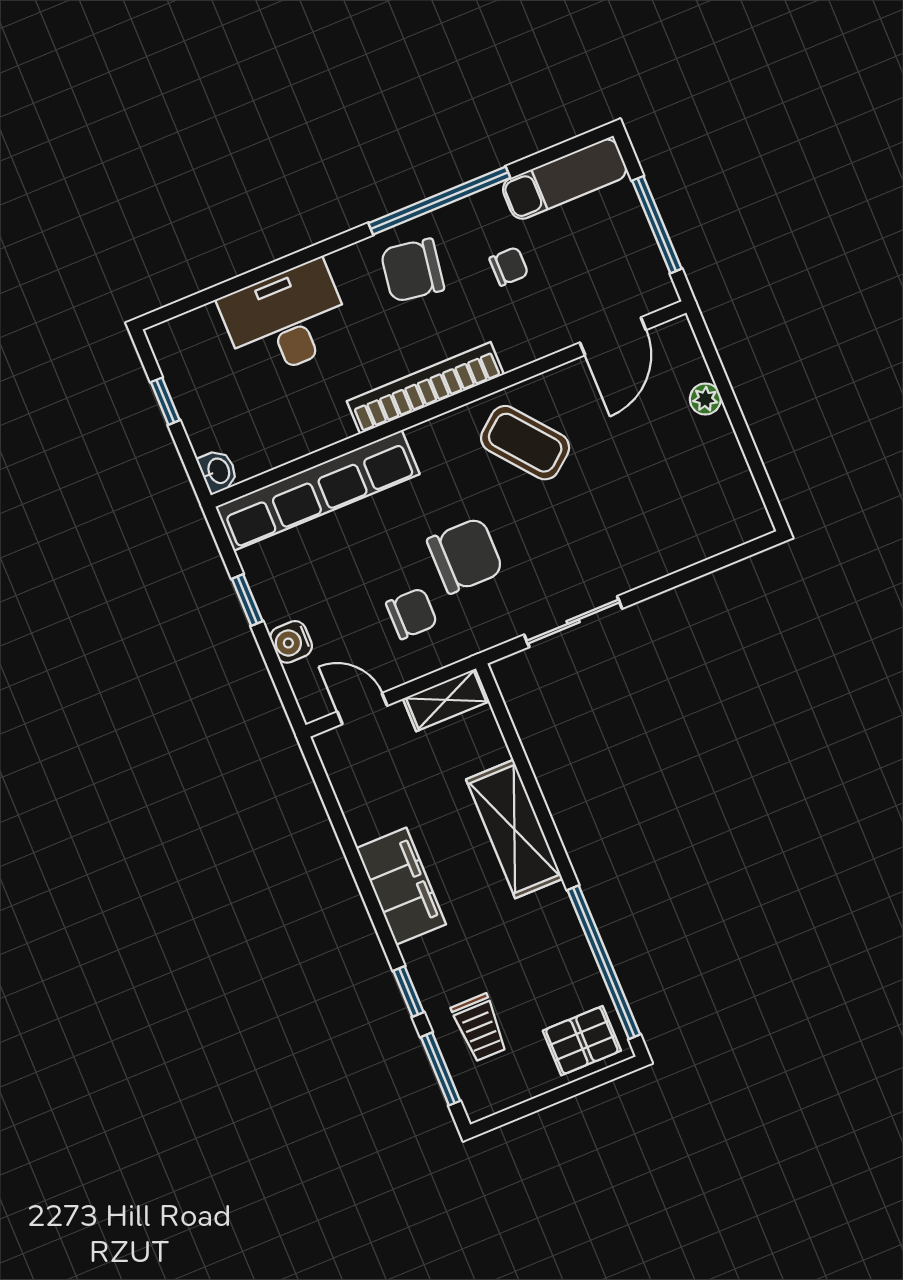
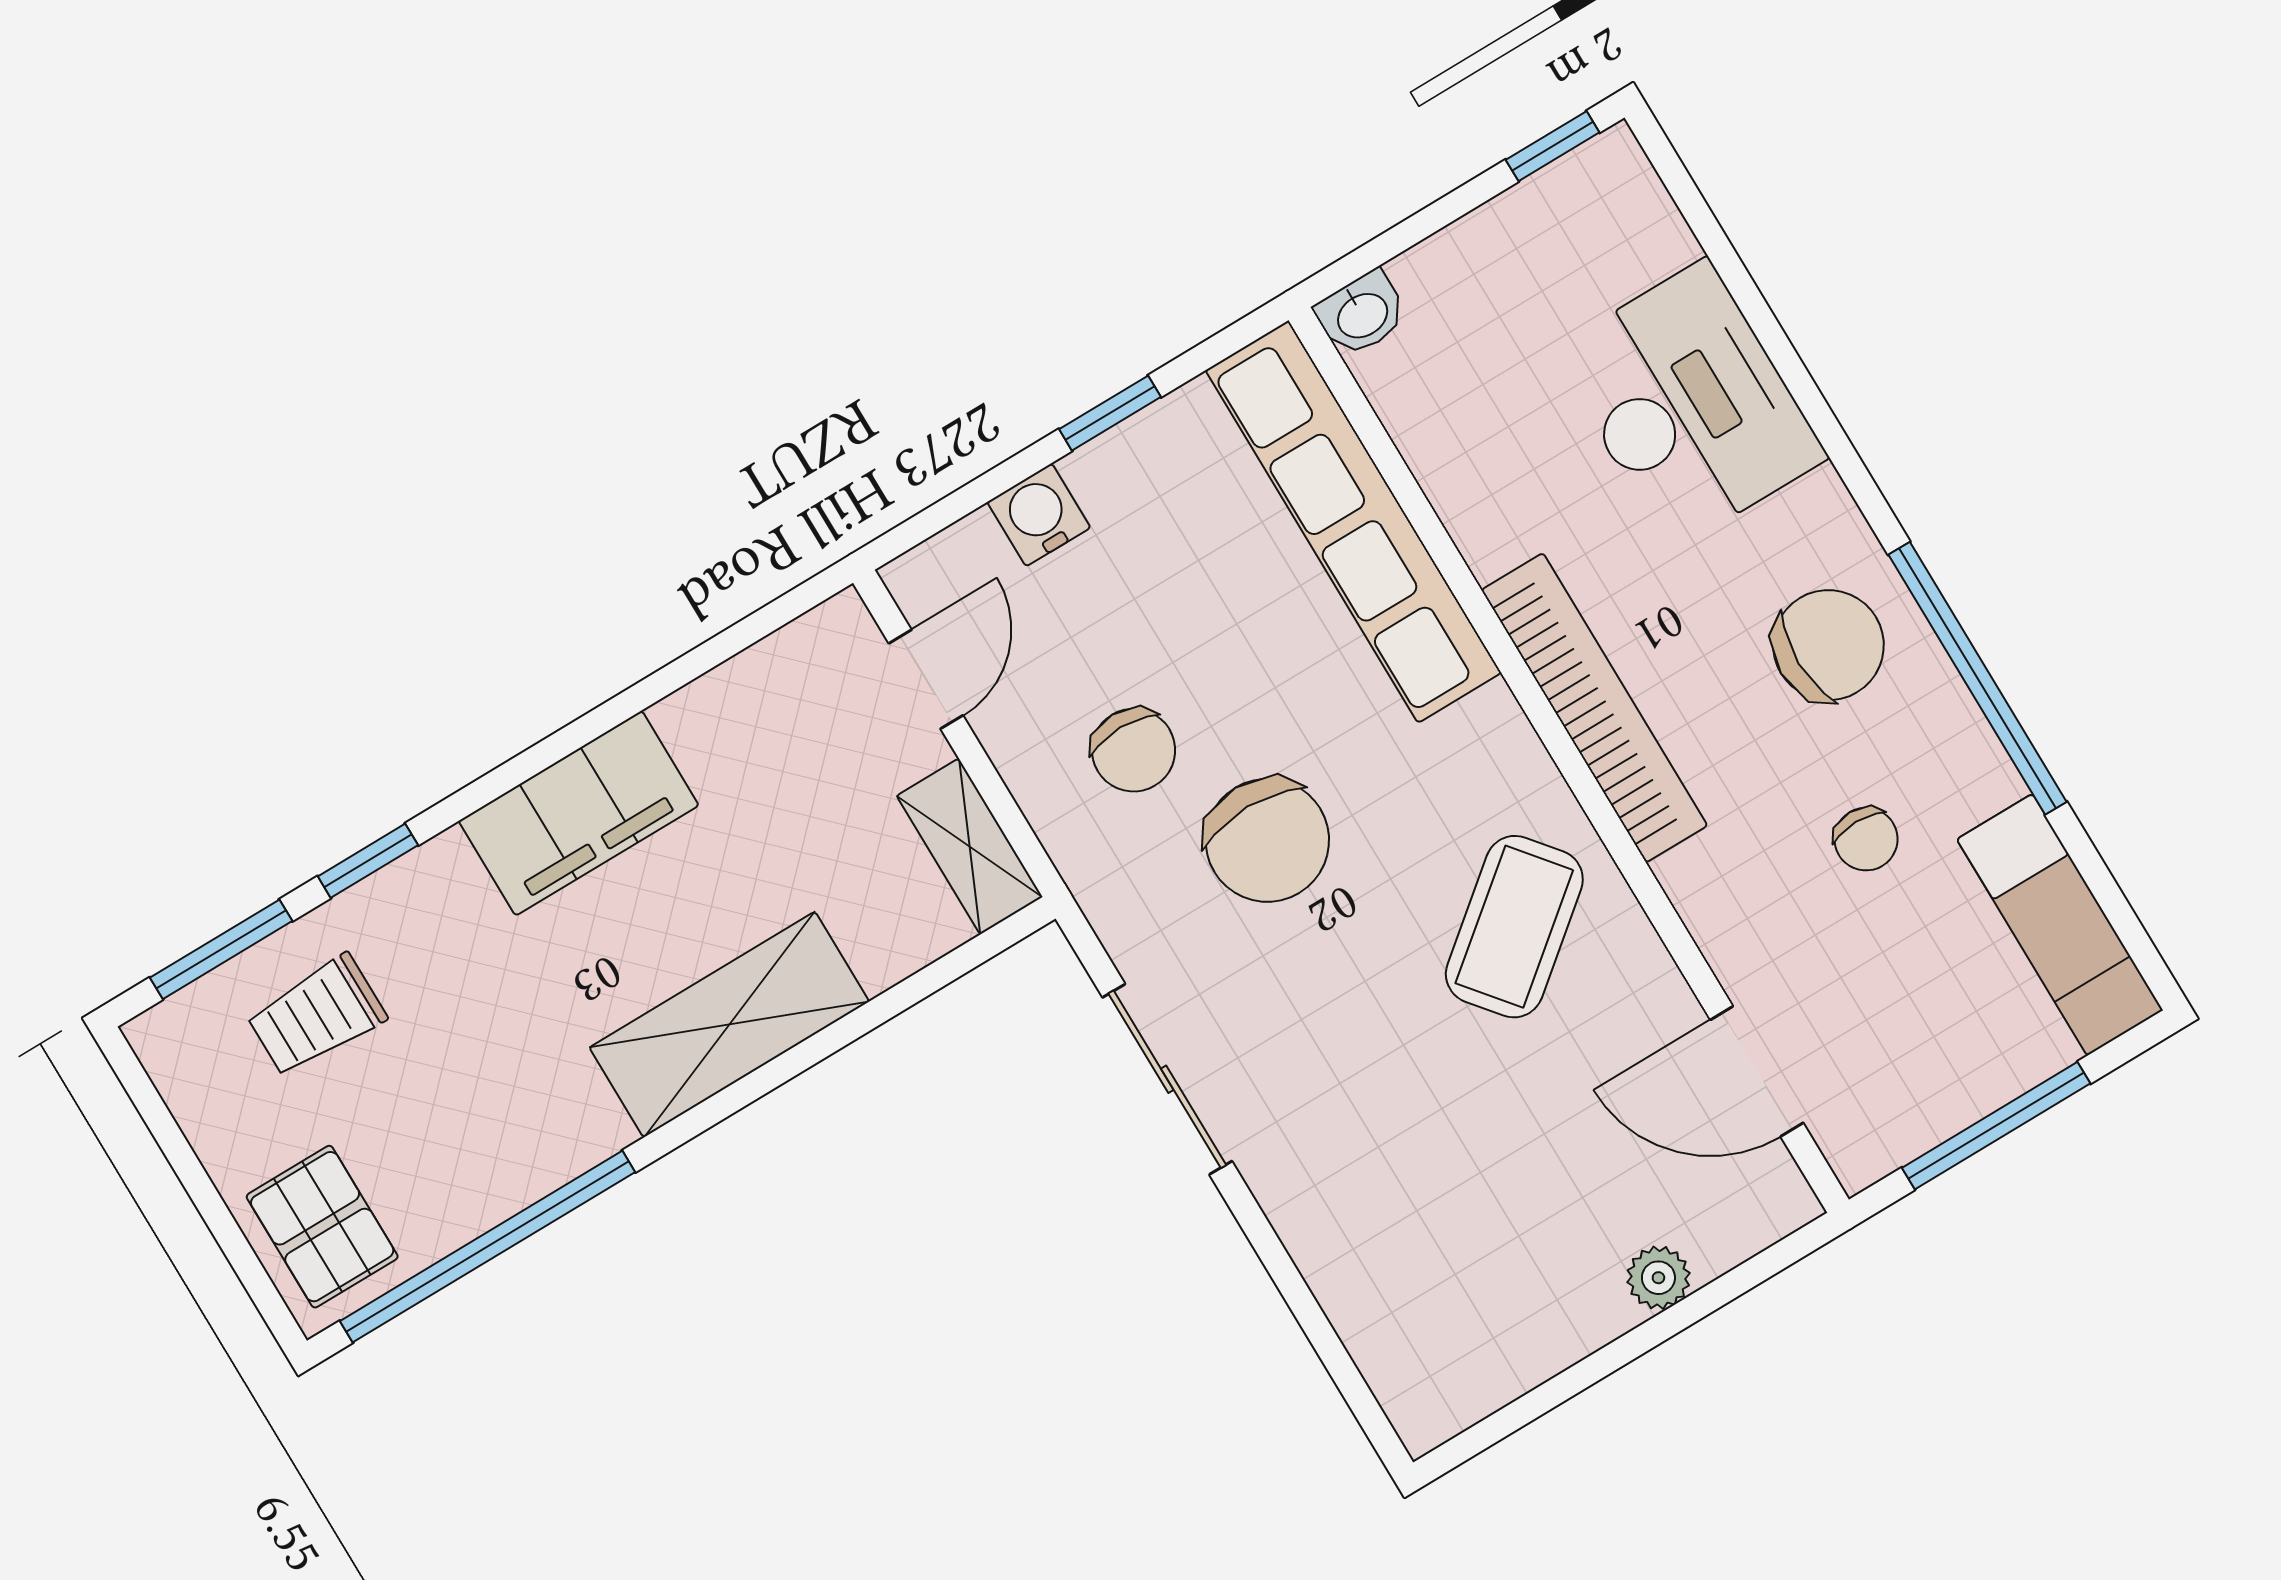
chair: (412, 270) -> (1828, 645), turned 81
window: (165, 401) -> (1553, 146), moved

